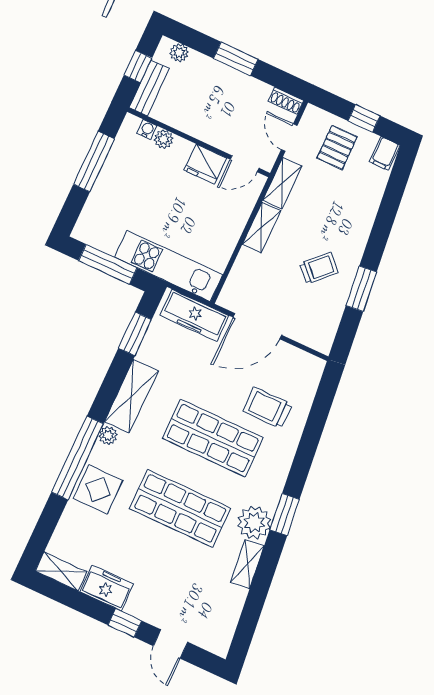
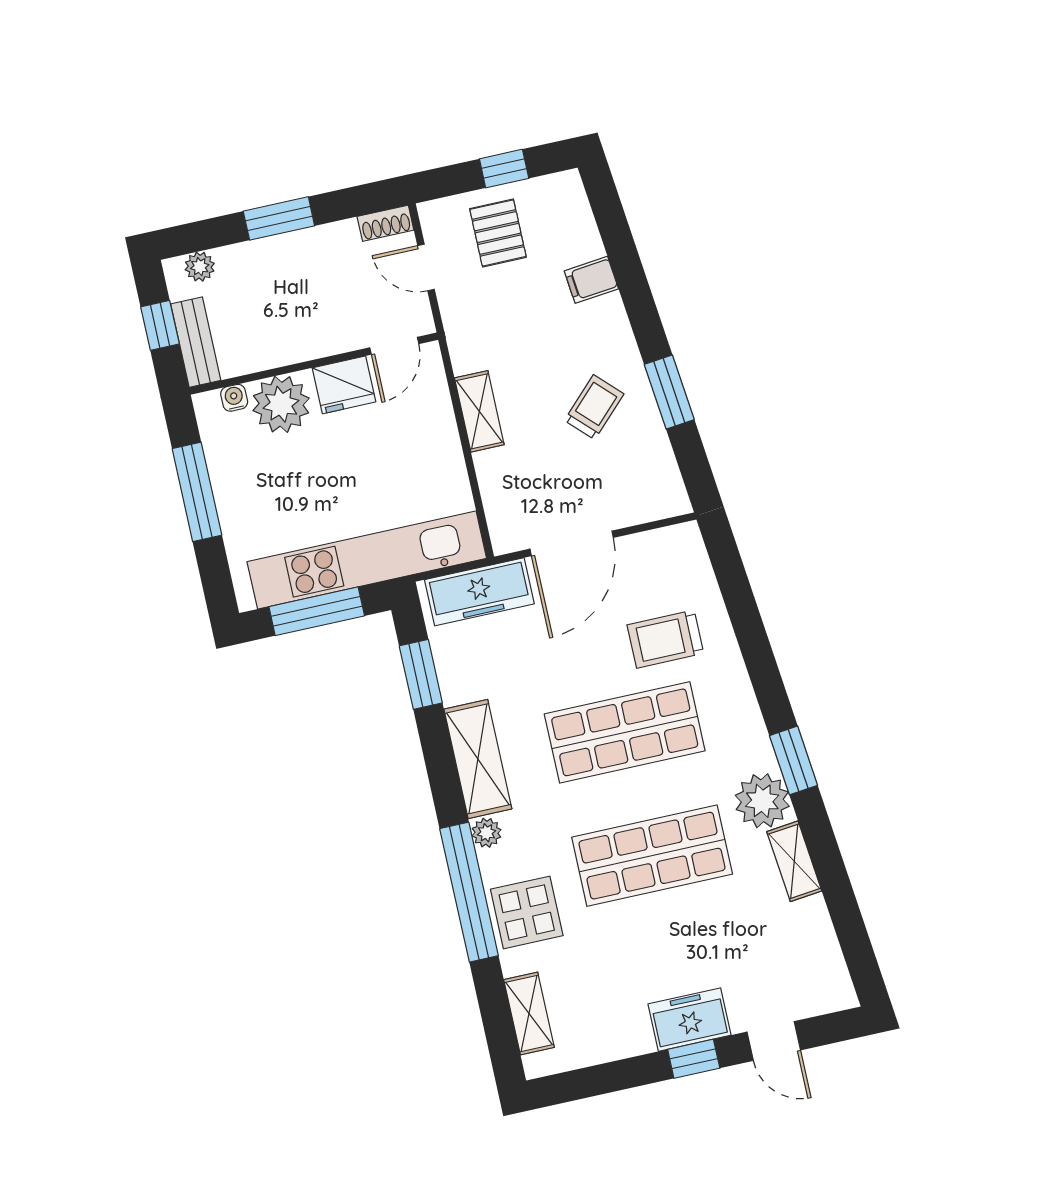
plant: (164, 139) -> (281, 404), width x1.88, depth x1.88
filing cabinet: (385, 154) -> (591, 280), moved, turned 84
shelving: (282, 183) -> (462, 333), removed
kitchen unit: (169, 266) -> (367, 560), width x1.36
shelving: (61, 571) -> (529, 1014), moved, turned 90
freezer: (107, 588) -> (690, 1020), moved

